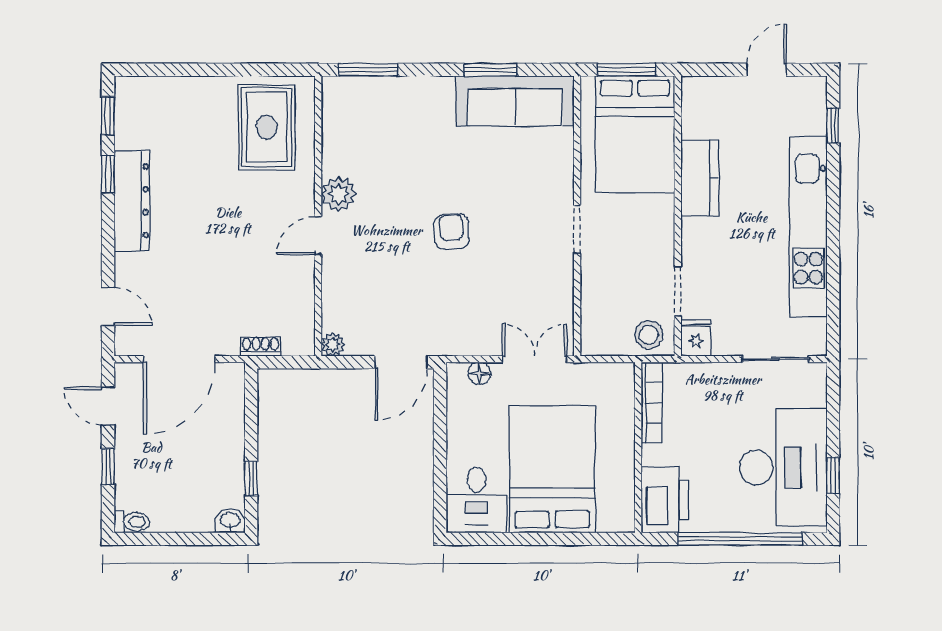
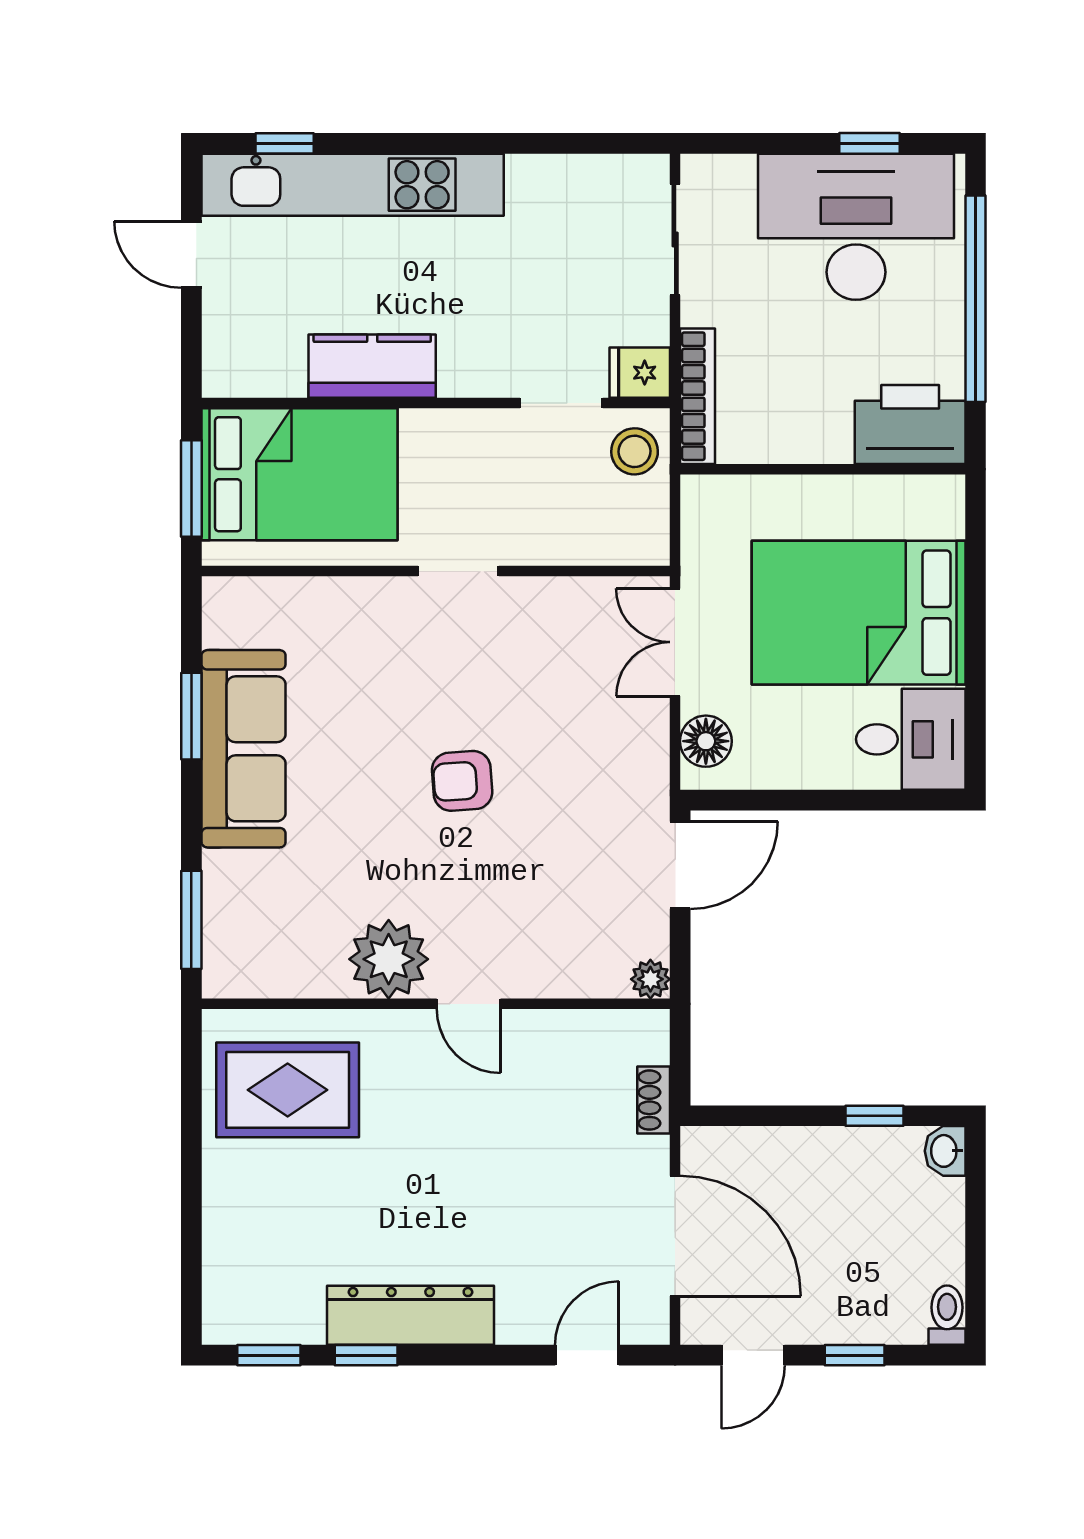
sofa: (515, 101) -> (244, 749), moved
plant: (339, 194) -> (389, 959), width x1.36, depth x1.36
kitchen unit: (808, 227) -> (353, 185), moved
door: (401, 362) -> (680, 865), hinge flipped
floor lamp: (479, 373) -> (706, 741), width x1.37, depth x1.37
bookcase: (652, 403) -> (698, 396), moved, turned 90

